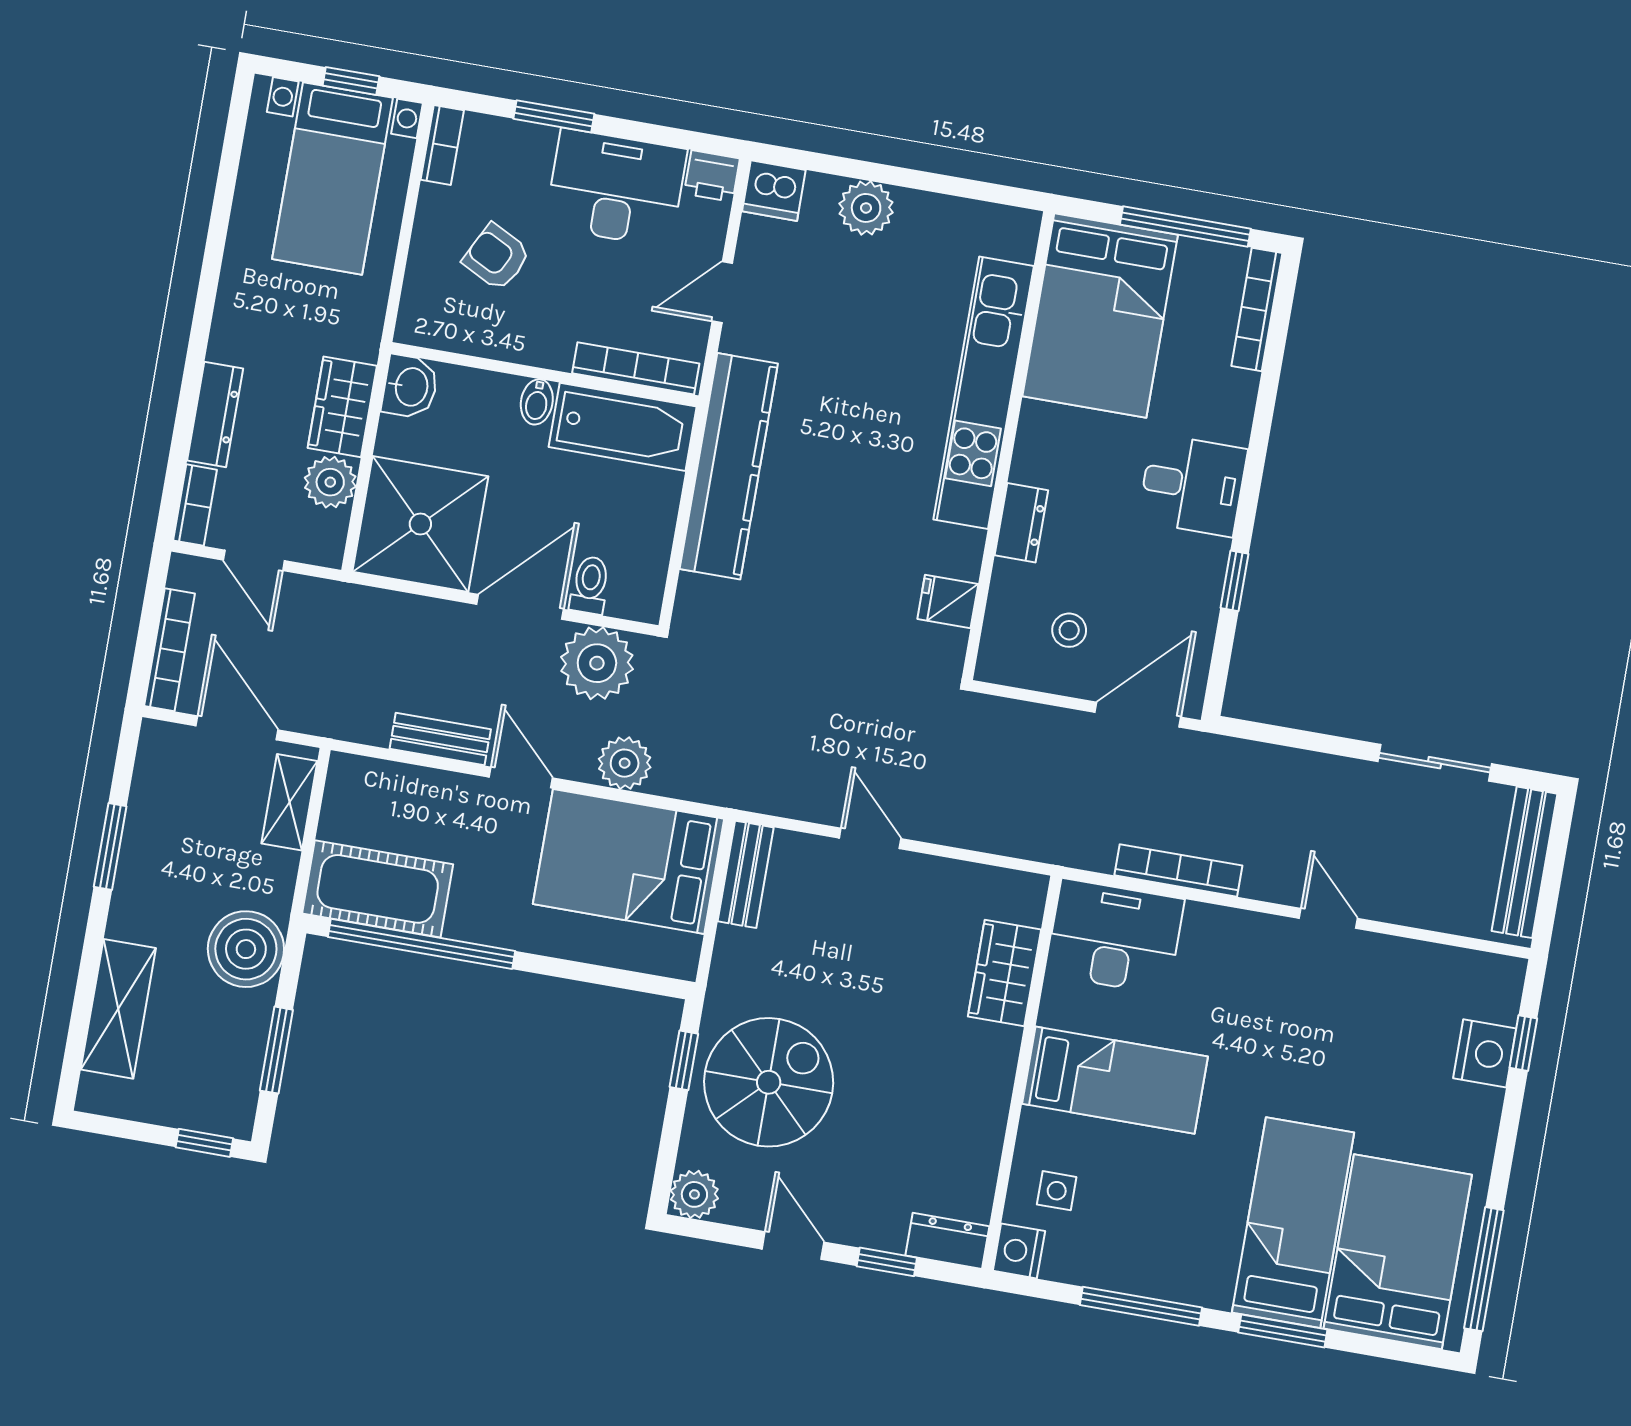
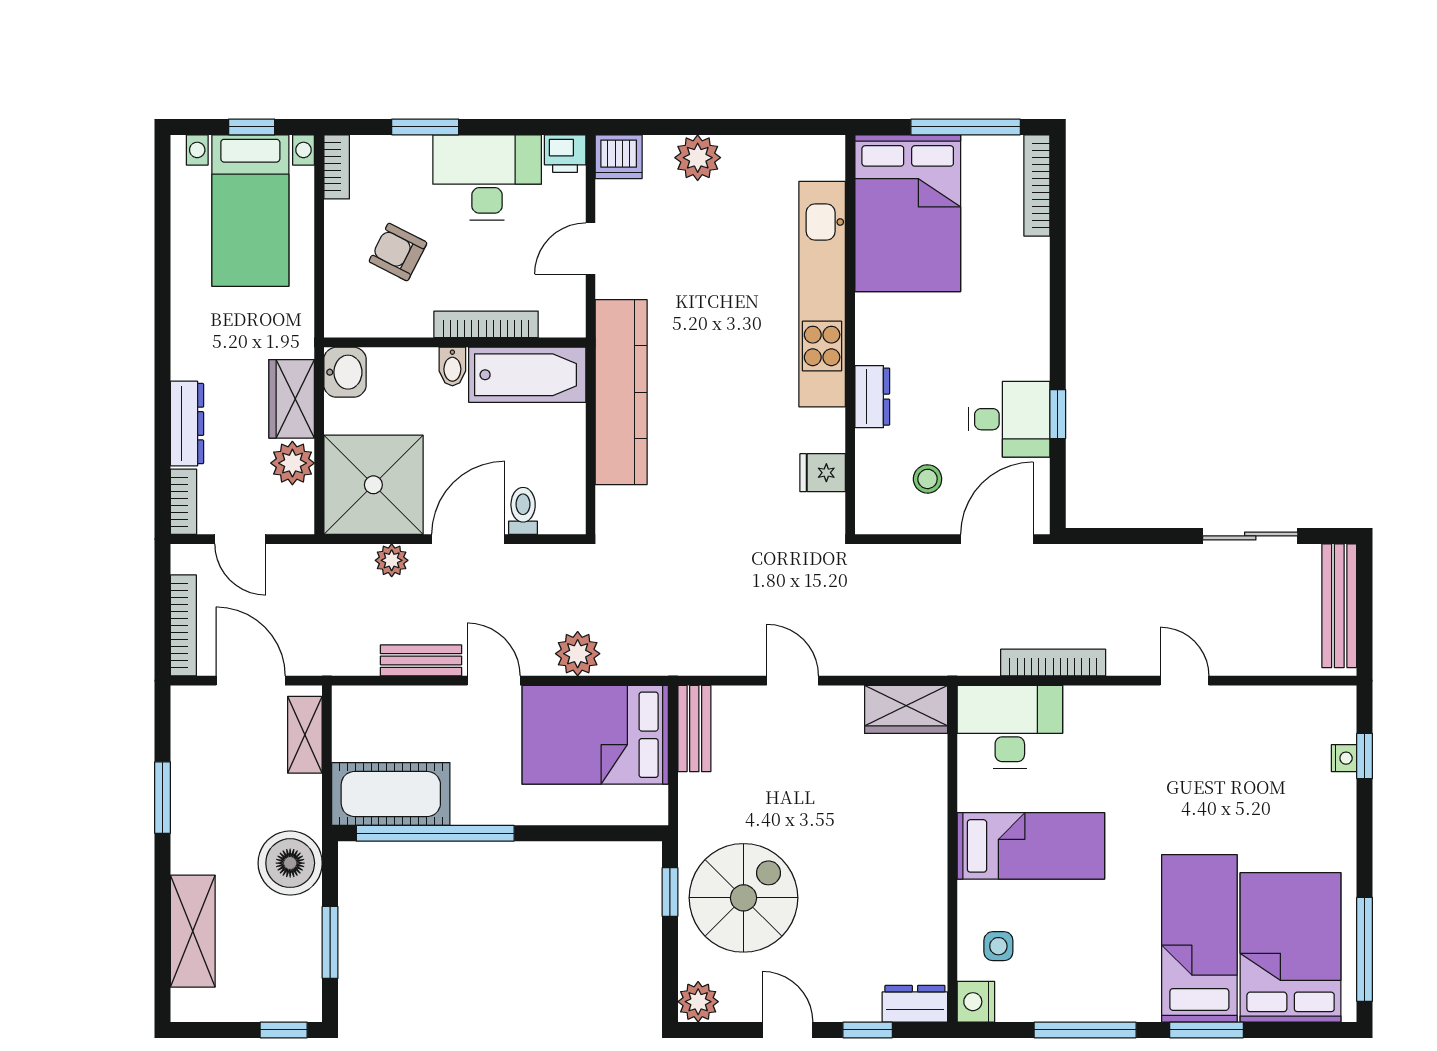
bookcase: (636, 368) -> (486, 324), moved
desk: (1193, 485) -> (1009, 419), moved
plant: (597, 663) -> (392, 560), moved, width x0.53, depth x0.53
wardrobe: (1005, 973) -> (906, 709), moved, turned -90
nightstand: (1485, 1053) -> (1344, 758), width x0.53, depth x0.56

